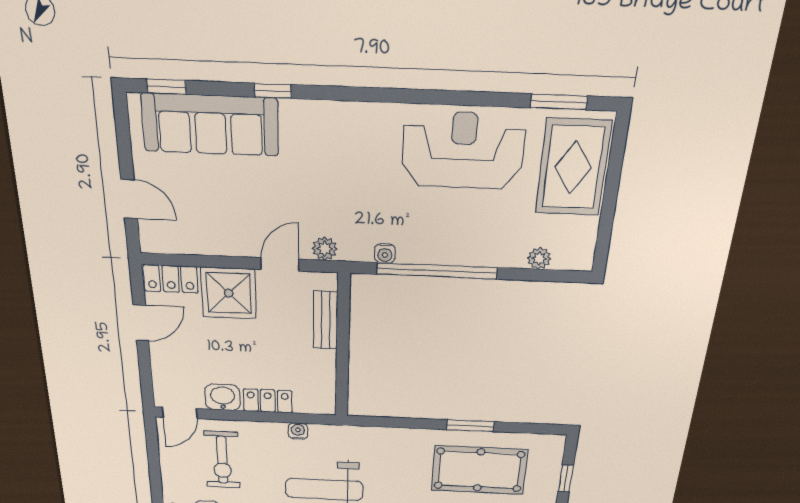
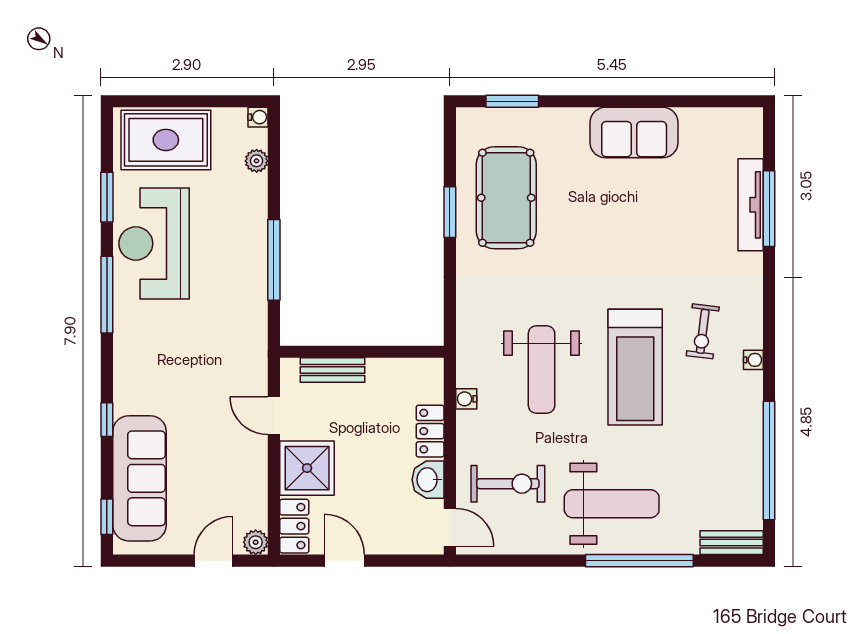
window: (411, 96) -> (107, 295), added
window: (559, 102) -> (107, 197), moved
plant: (325, 249) -> (256, 542), moved
water cooler: (385, 254) -> (258, 117), moved
window: (437, 271) -> (274, 260), width x0.68
window: (566, 478) -> (512, 101), width x1.50

